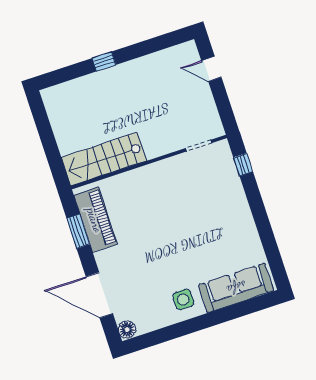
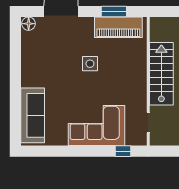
stairs: (104, 159) -> (161, 74), moved
corner sofa: (223, 207) -> (97, 125), added
side table: (183, 299) -> (90, 64), moved

